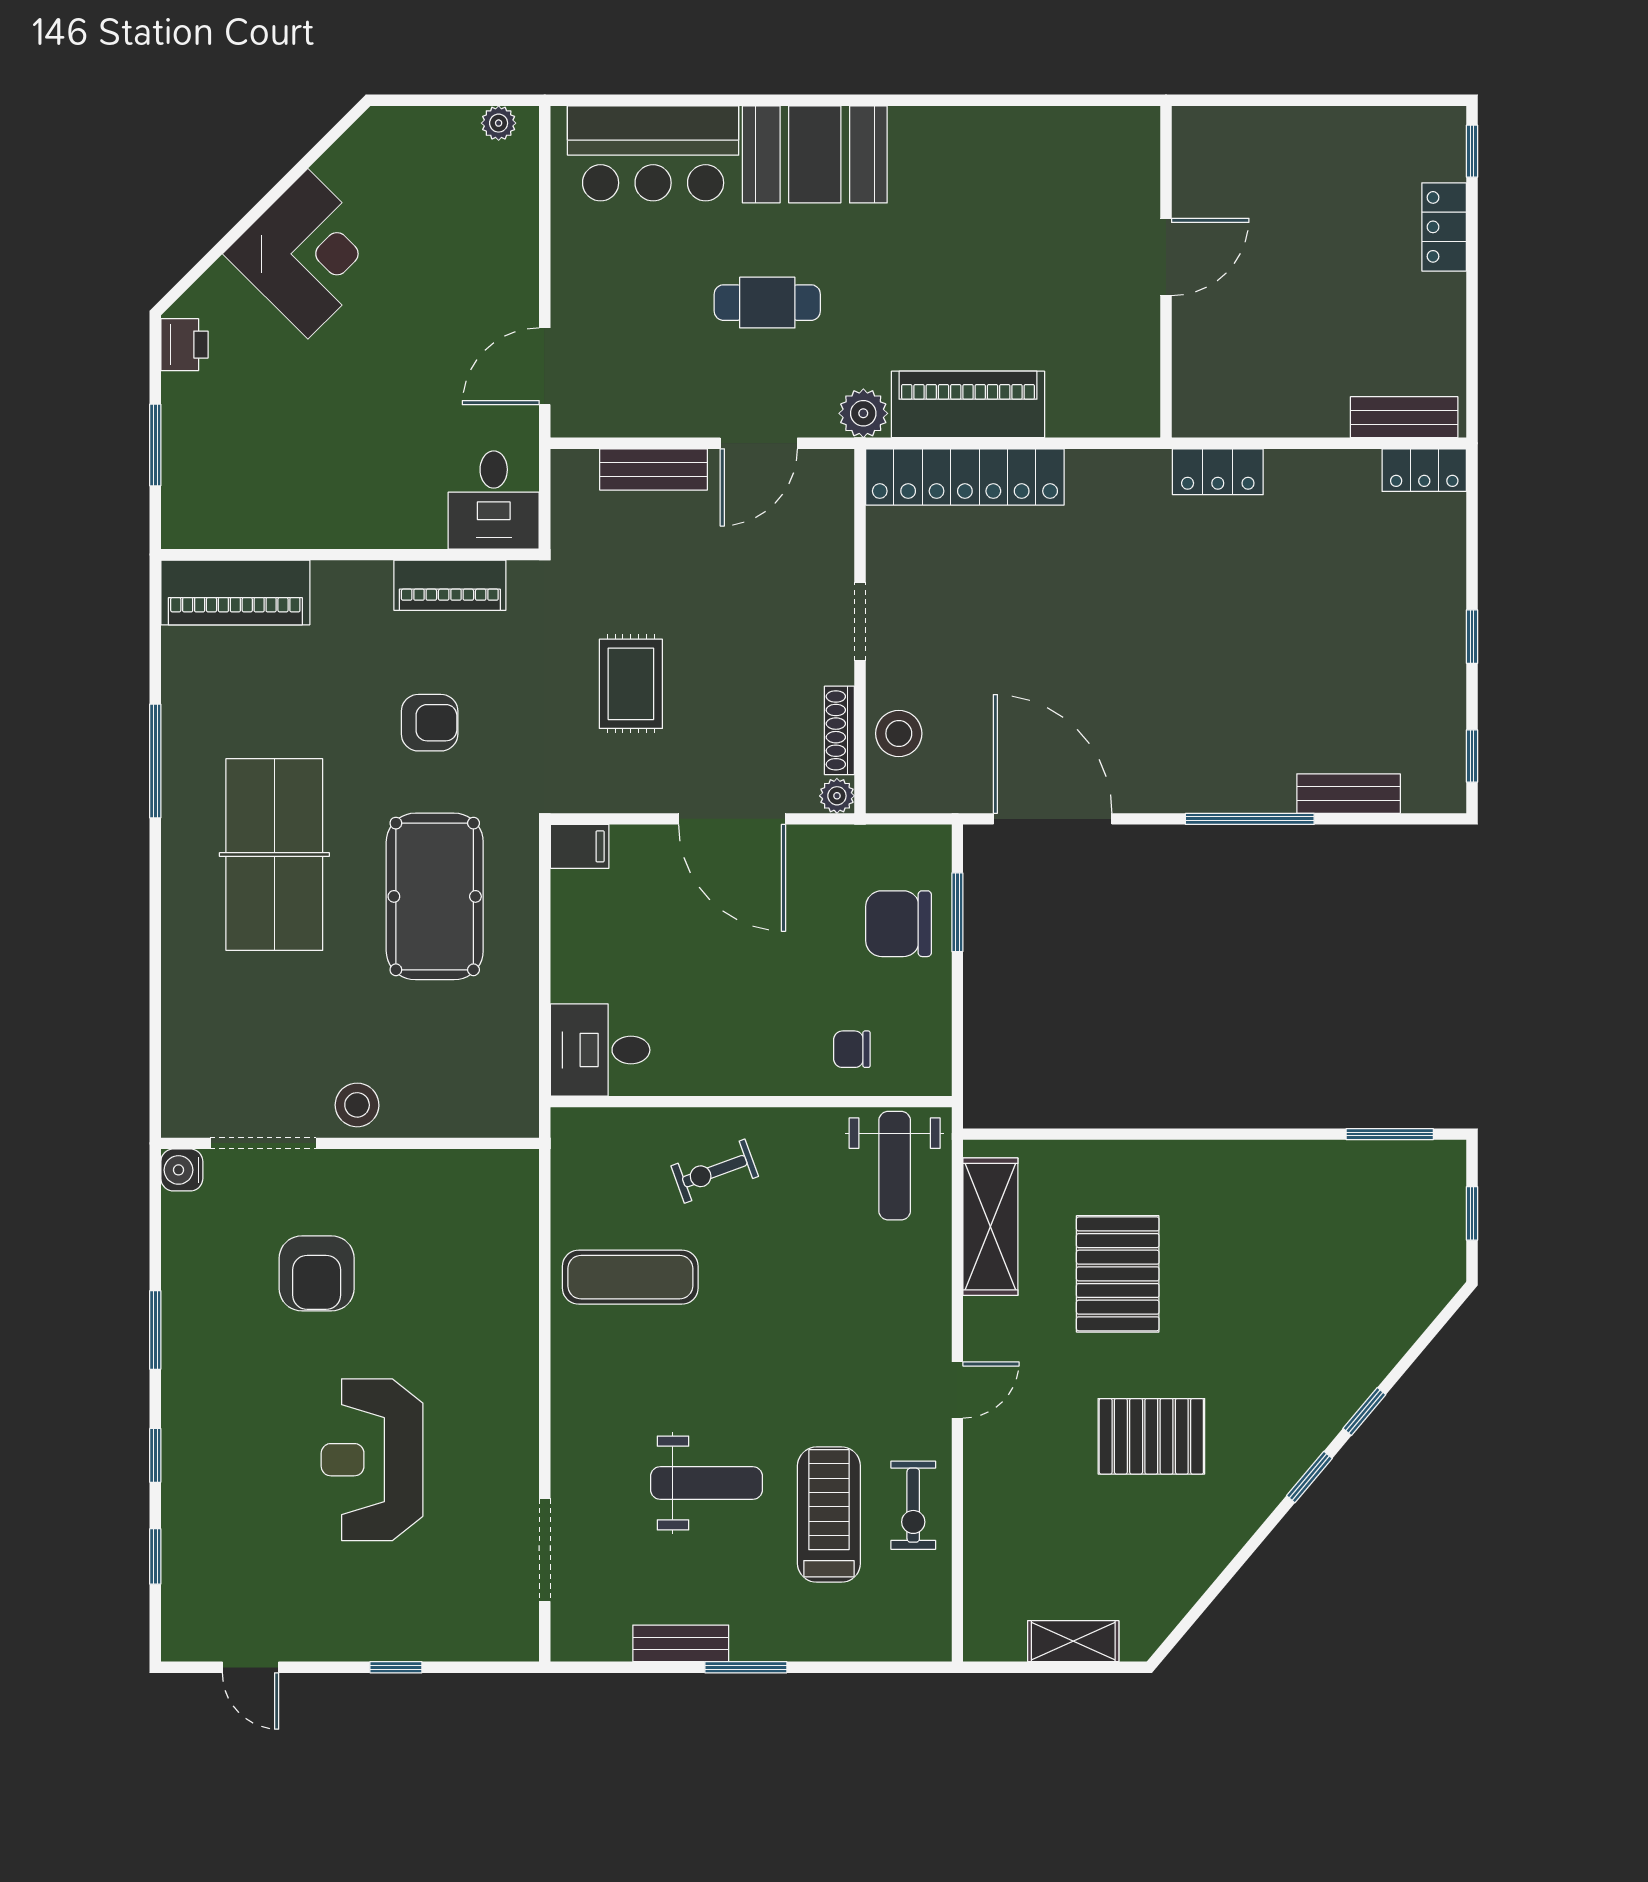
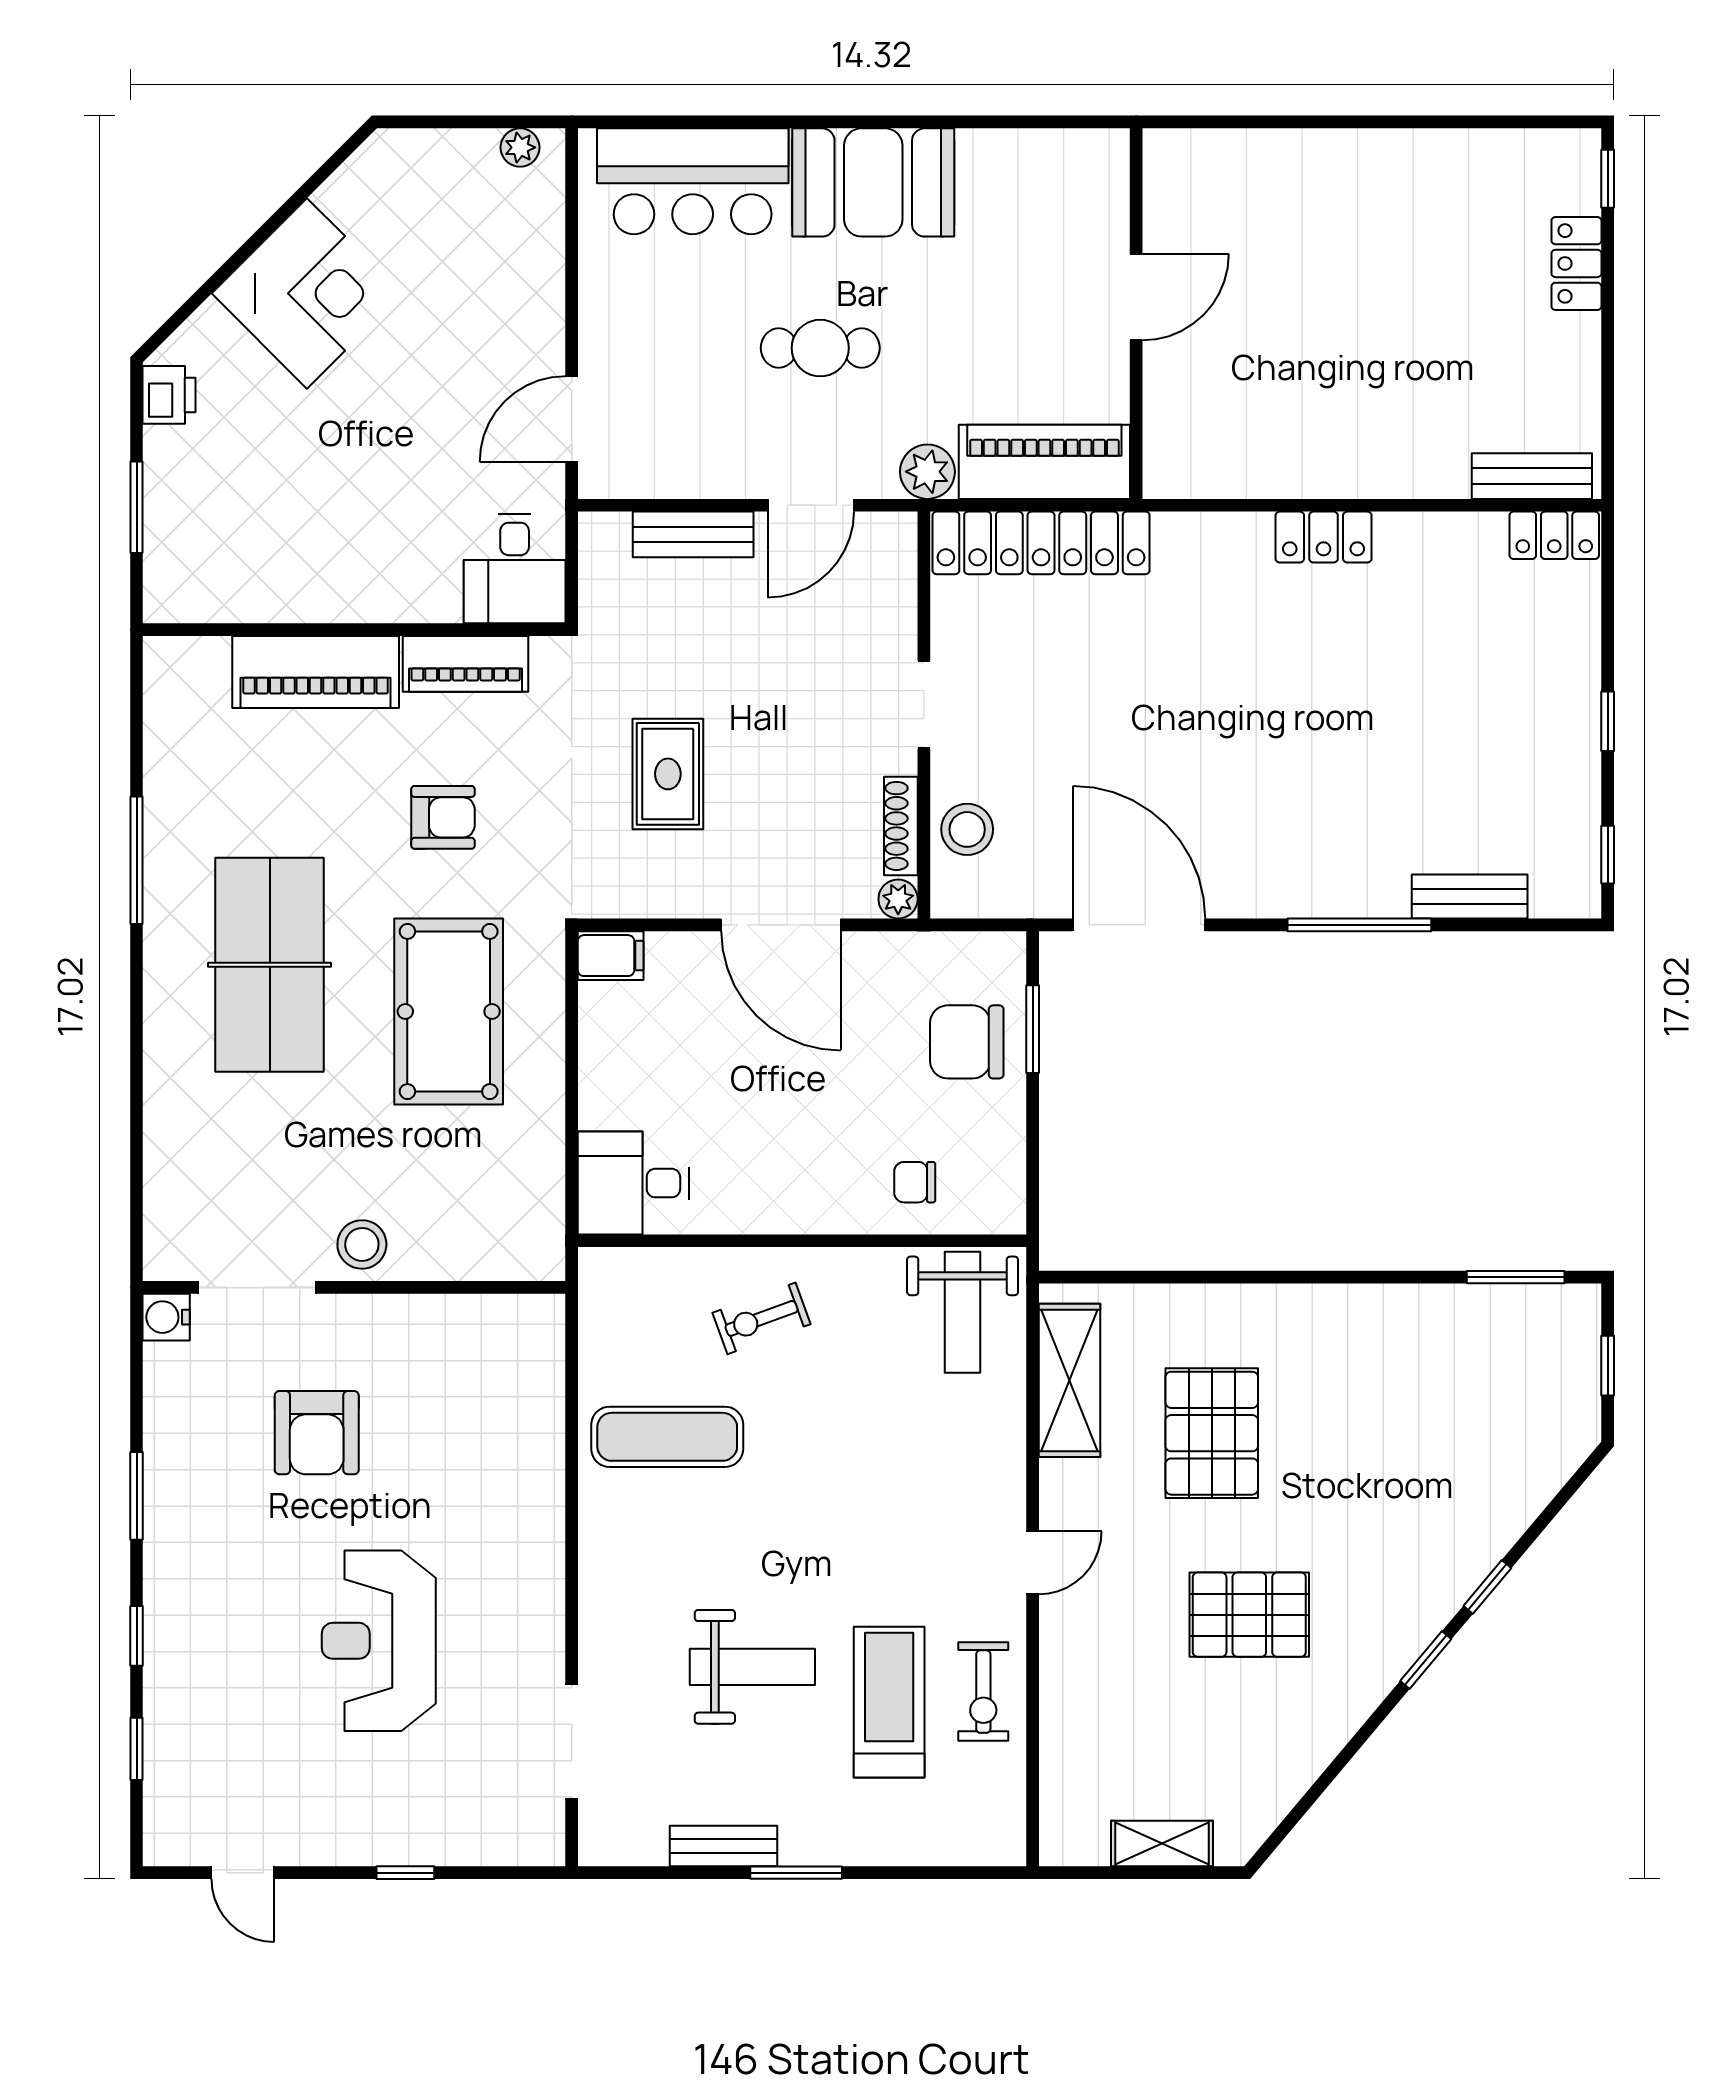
door: (1166, 257) -> (1136, 297), moved
wall: (1166, 272) -> (1136, 314), moved
piano: (235, 592) -> (316, 672), moved

